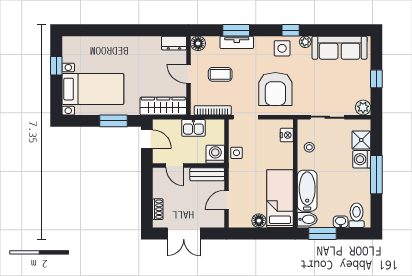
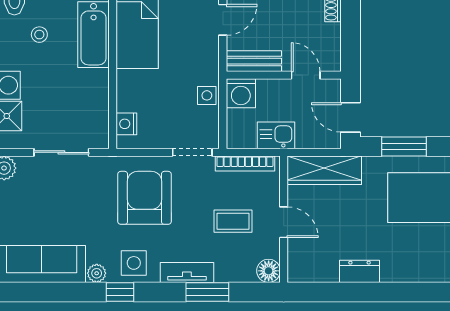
tv unit: (237, 42) -> (187, 272), moved
dresser: (174, 43) -> (360, 271), moved
stool: (309, 147) -> (39, 35), moved

